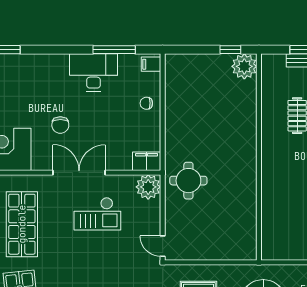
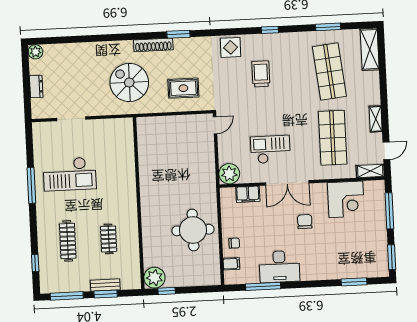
filing cabinet: (151, 64) -> (231, 264), moved
filing cabinet: (147, 161) -> (248, 194), moved
round table: (188, 181) -> (193, 230), moved, width x1.36, depth x1.36
door: (163, 246) -> (215, 125), hinge flipped

